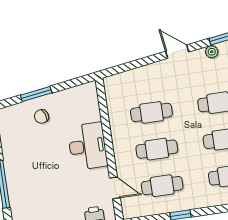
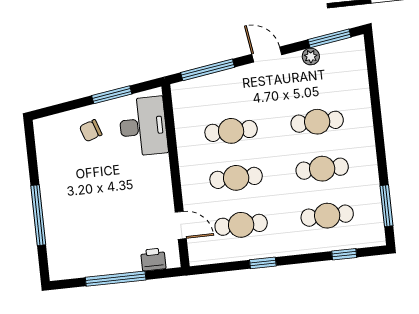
window: (131, 65) -> (208, 70), added
window: (36, 94) -> (112, 95), moved
desk: (88, 146) -> (143, 126), moved

